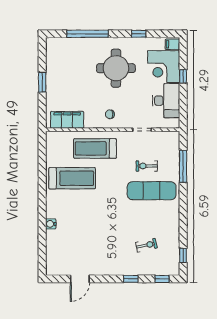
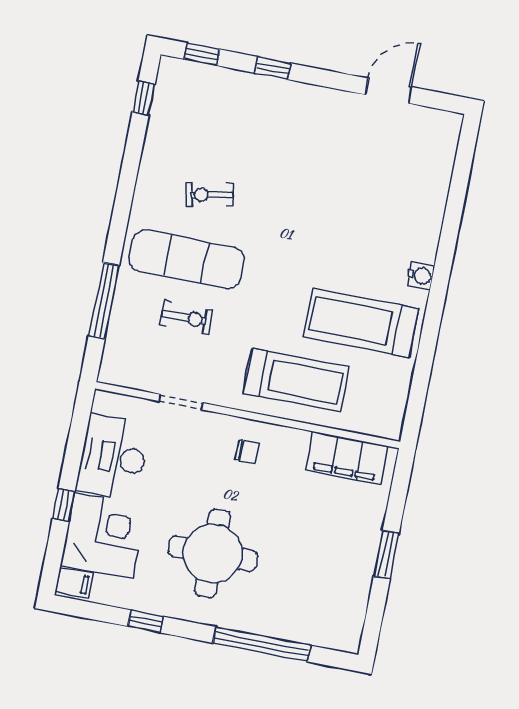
water cooler: (51, 224) -> (421, 276), moved
exercise bike: (146, 245) -> (210, 195), moved

